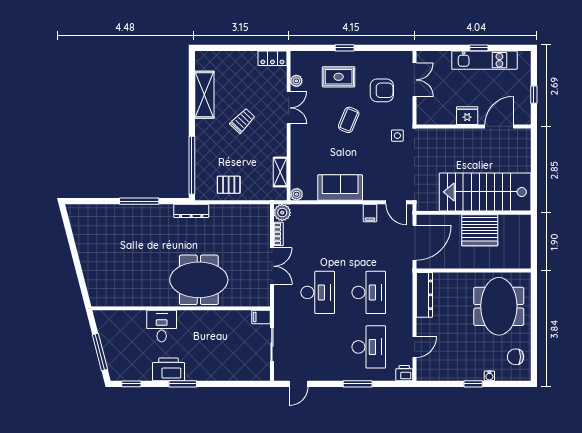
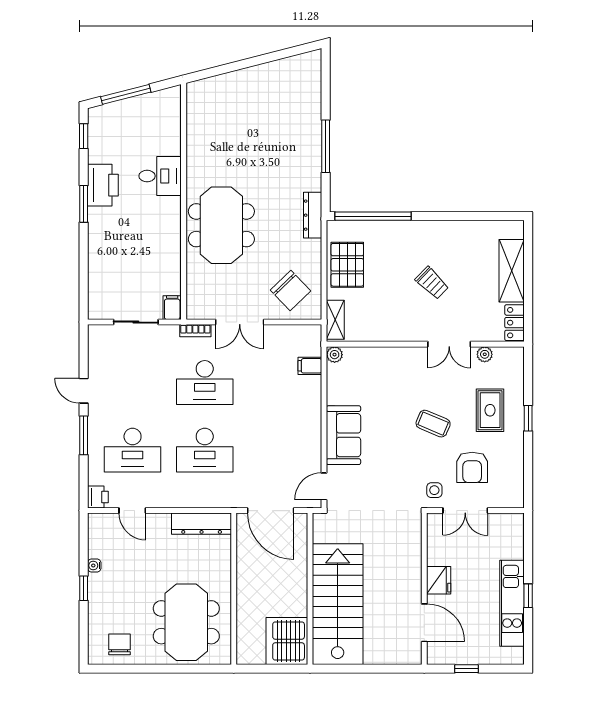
double door: (414, 80) -> (465, 511), moved
shelving: (204, 95) -> (512, 271), moved, turned 90
side table: (397, 136) -> (434, 490), moved
shelving: (280, 172) -> (335, 320), moved, turned 90
pallet: (229, 185) -> (347, 265), width x1.50, depth x1.42
sofa: (340, 188) -> (343, 435), moved
plant: (282, 213) -> (310, 336), removed
filing cabinet: (370, 213) -> (310, 366), moved
chair: (248, 228) -> (290, 290), added
server rack: (480, 230) -> (287, 641), moved
bookcase: (278, 234) -> (195, 331), moved
meeting table: (499, 306) -> (186, 622), turned 90
water cooler: (489, 376) -> (94, 565), moved
door: (298, 384) -> (84, 391), moved

